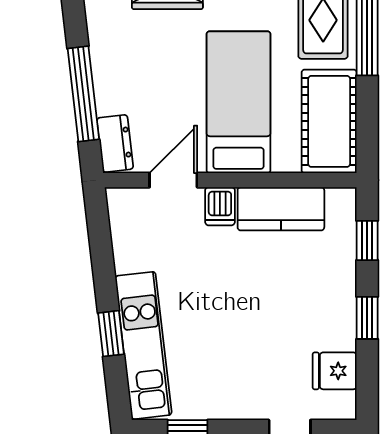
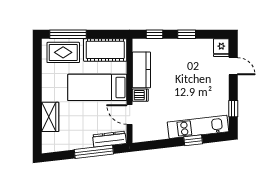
dresser: (115, 143) -> (109, 139), width x1.44
fridge: (335, 371) -> (221, 48), moved

